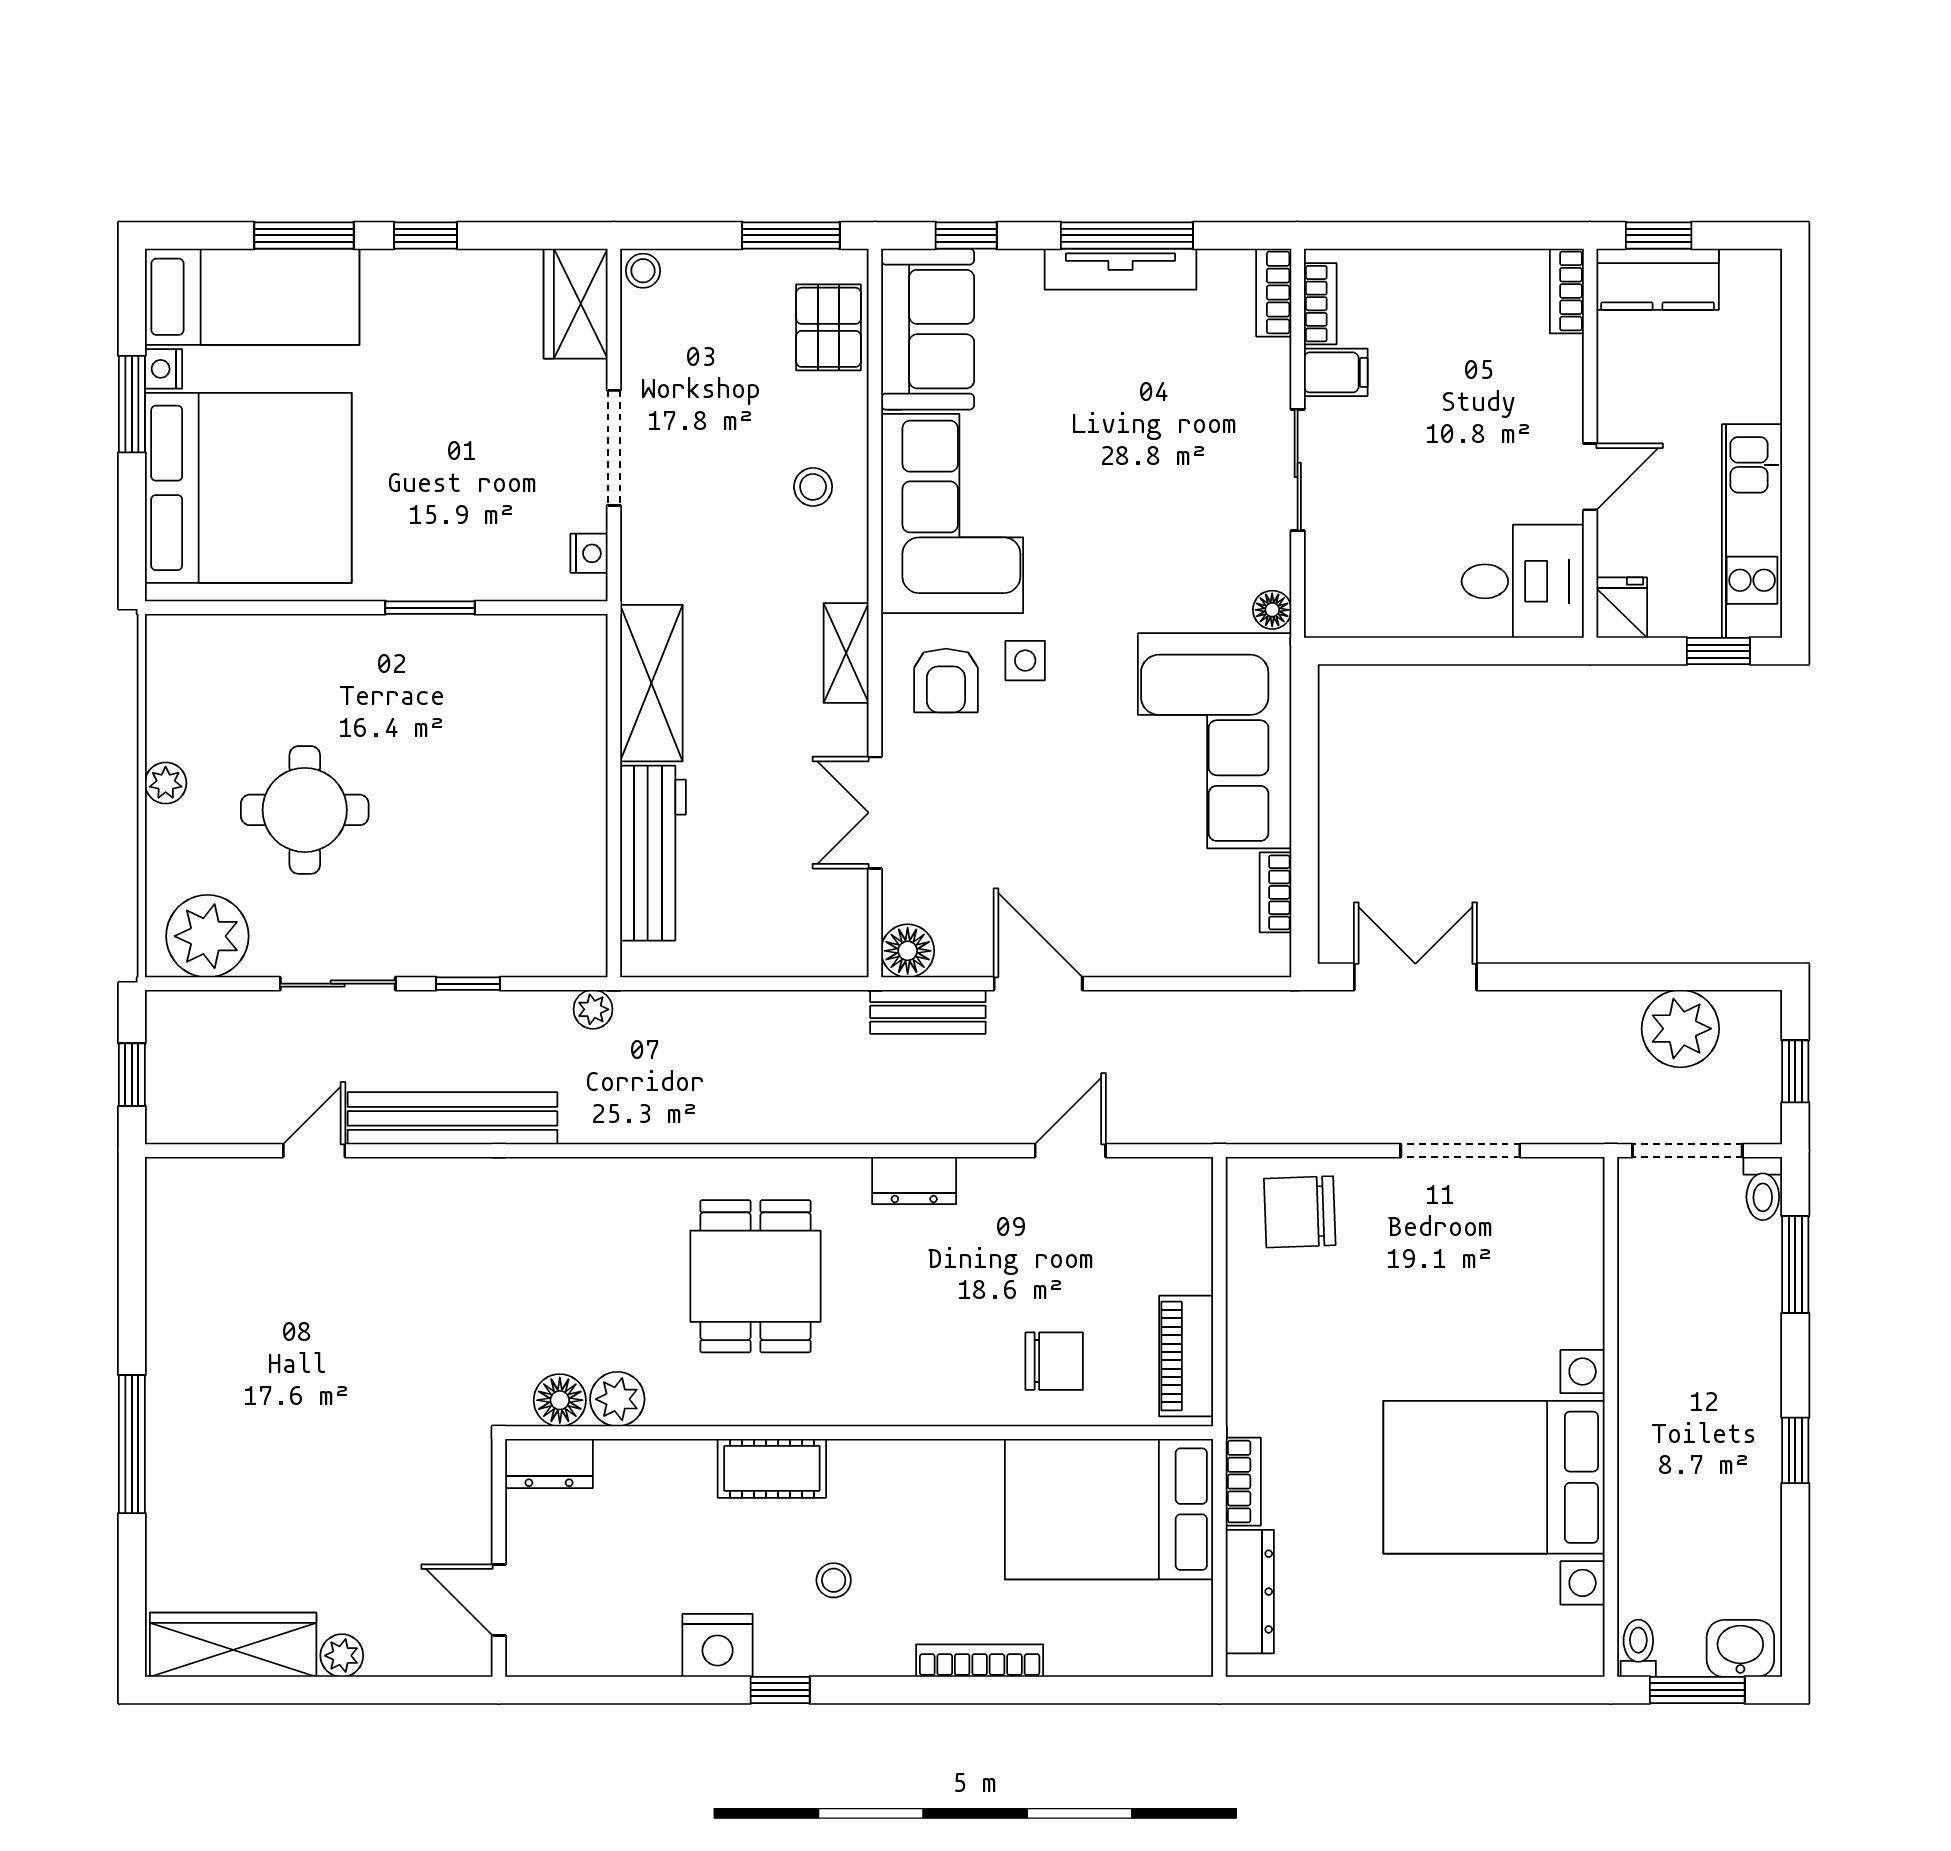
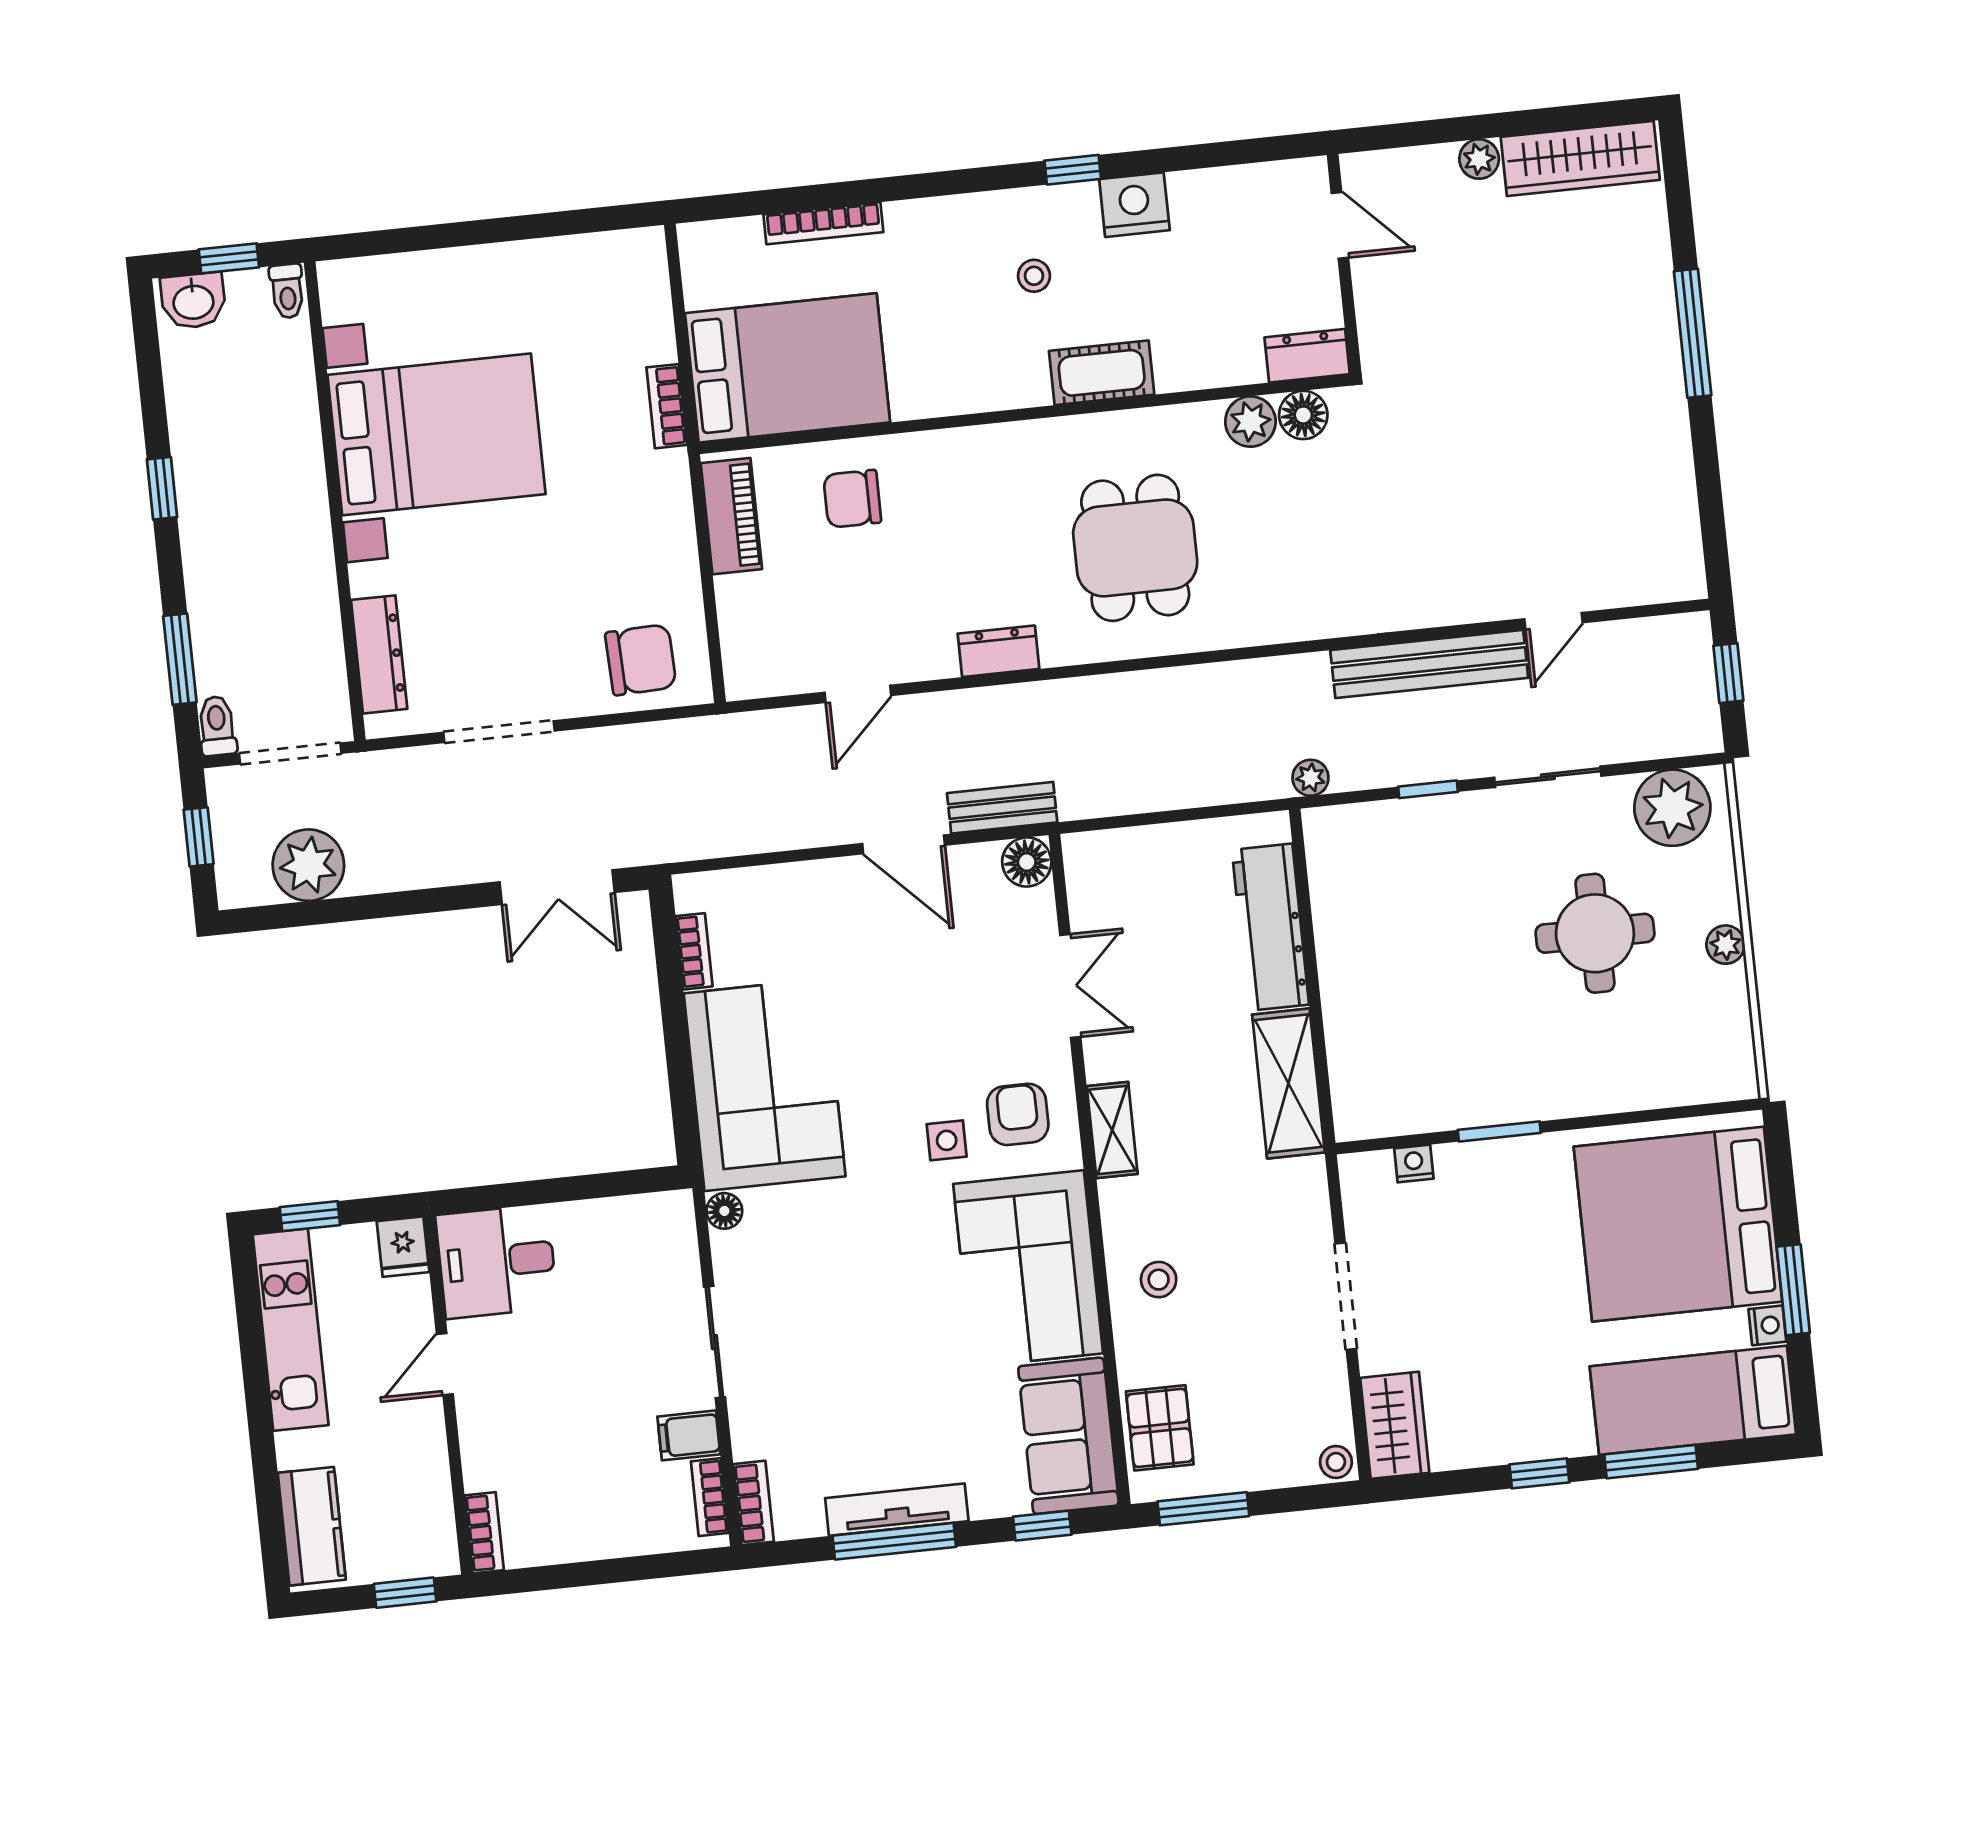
kitchen counter: (1658, 279) -> (312, 1526), moved, turned 90
nightstand: (589, 553) -> (1414, 1163), moved, turned 90
dresser: (1250, 1592) -> (379, 654), moved, turned 180
bookcase: (980, 1661) -> (823, 223), moved
window: (1697, 1690) -> (229, 258), width x0.67

